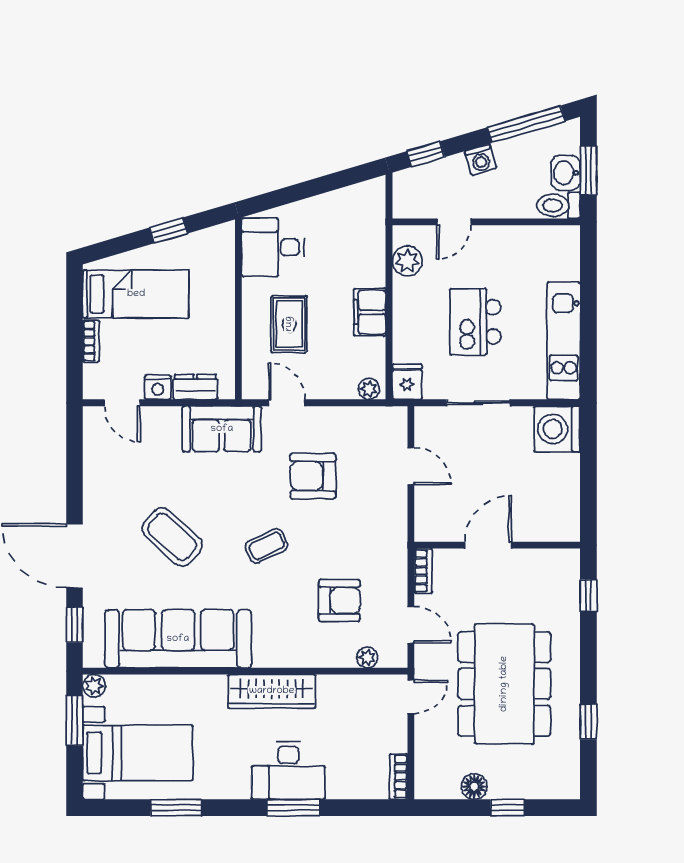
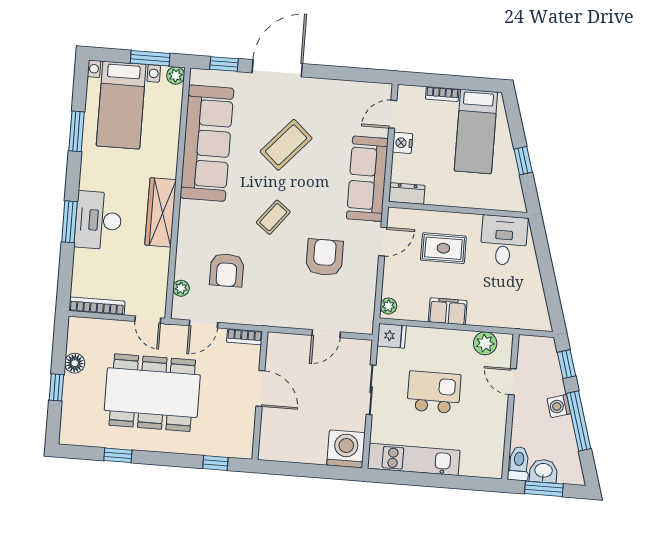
window: (526, 124) -> (579, 421), moved
dresser: (195, 387) -> (407, 194), moved, turned -90
sofa: (222, 429) -> (367, 179), width x1.36
coffee table: (266, 546) -> (273, 217), turned 63
bookcase: (398, 777) -> (97, 306), width x1.56

